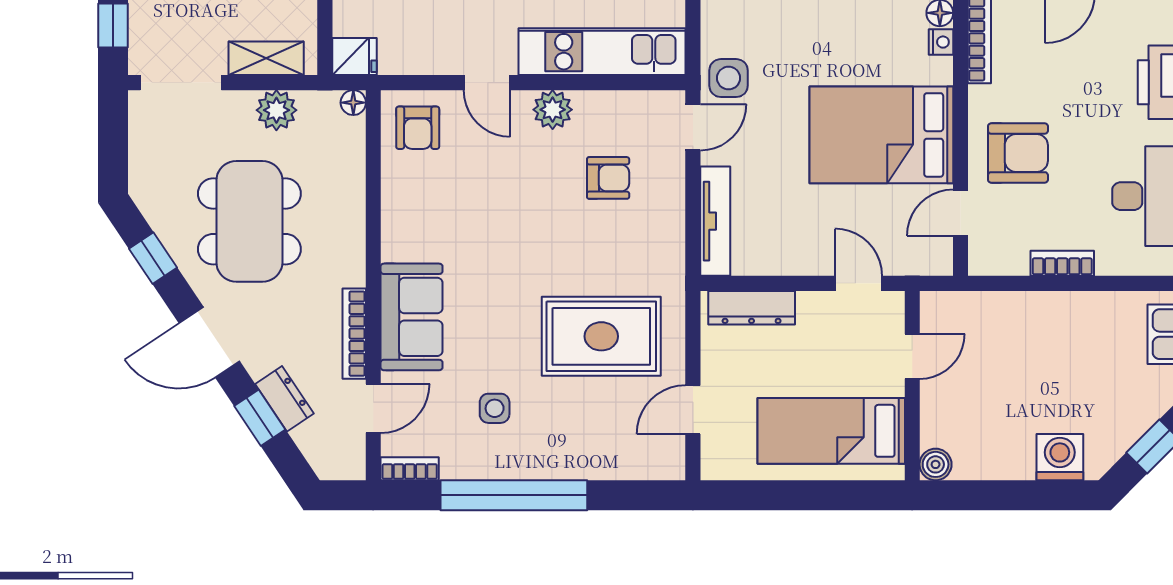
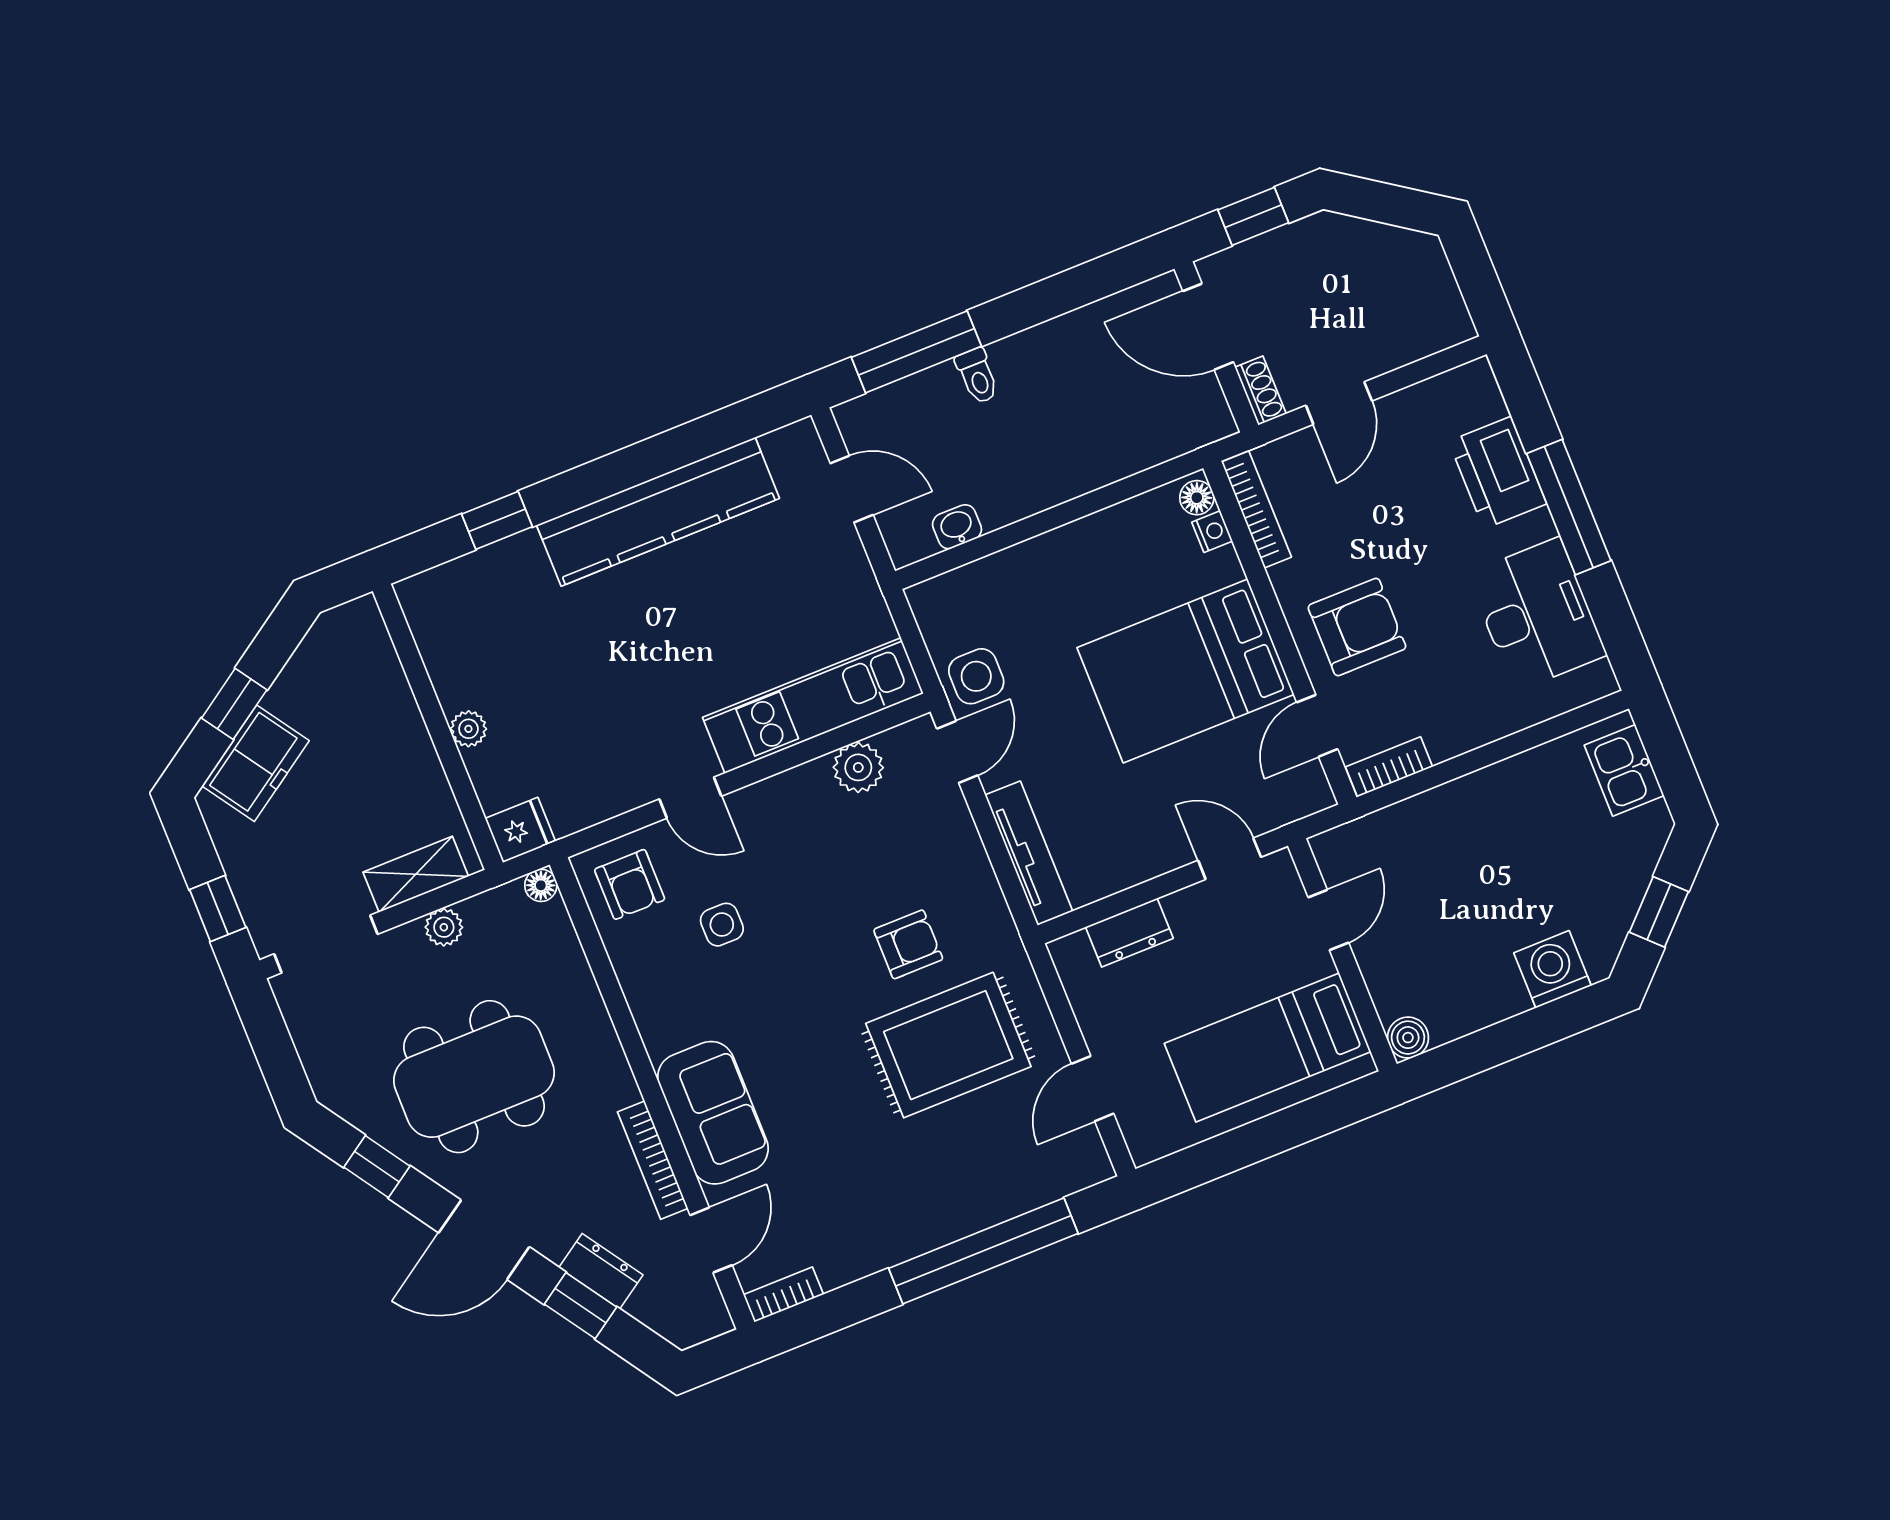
plant: (276, 110) -> (444, 927), width x0.73, depth x0.73
plant: (553, 110) -> (858, 767), moved
armchair: (608, 178) -> (908, 944), moved
dining table: (249, 221) -> (474, 1077), turned 90
bookcase: (1062, 263) -> (1389, 767), moved
dresser: (752, 308) -> (1129, 933), width x0.70
side table: (495, 408) -> (722, 925), moved
window: (514, 495) -> (983, 1251), moved

